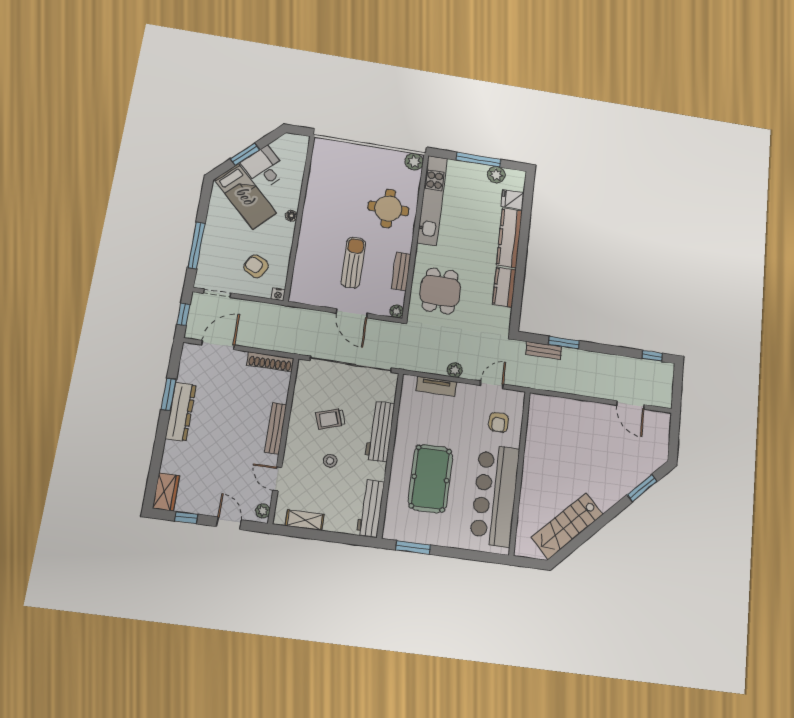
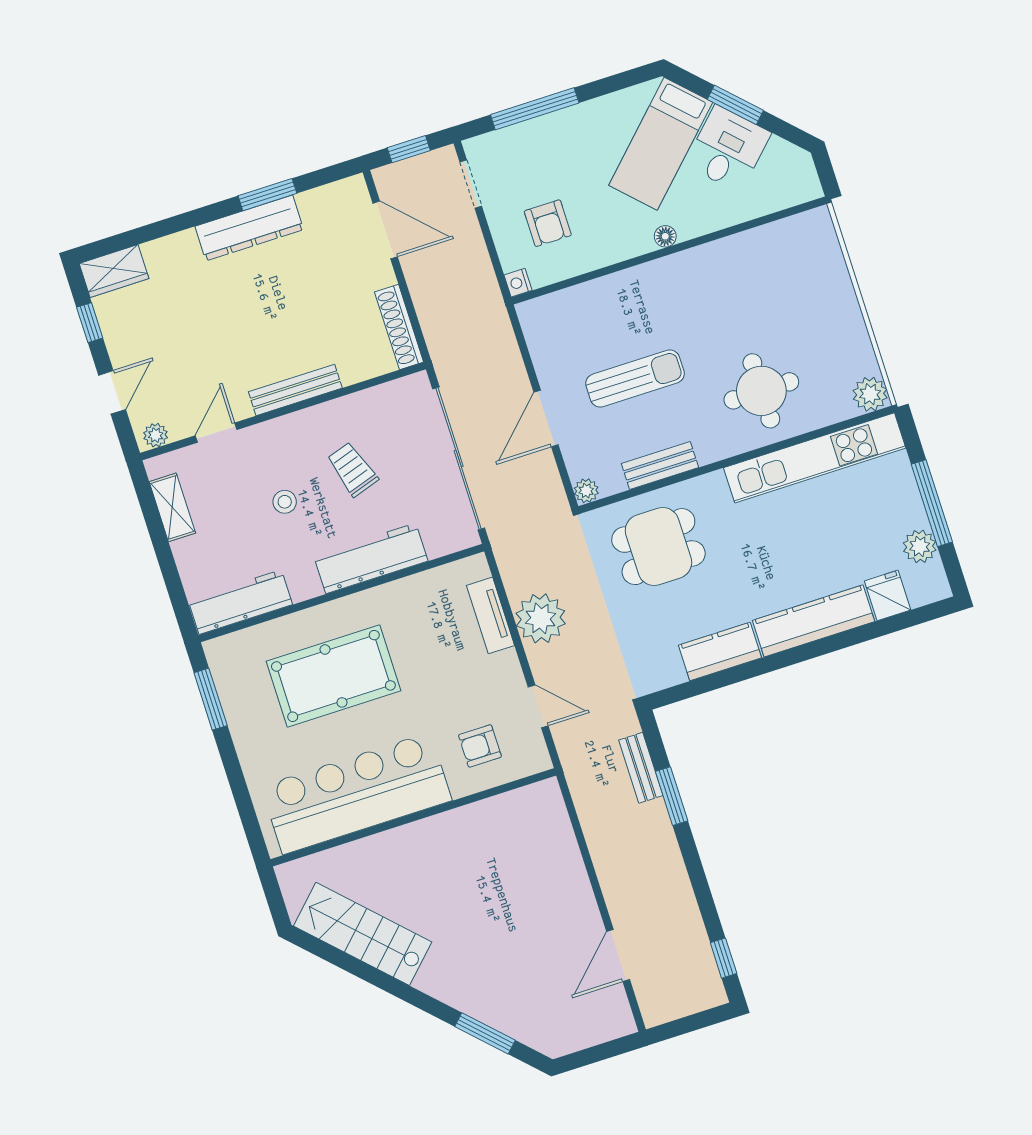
armchair: (256, 266) -> (548, 223), turned 152
plant: (455, 370) -> (541, 618), width x1.88, depth x1.88

